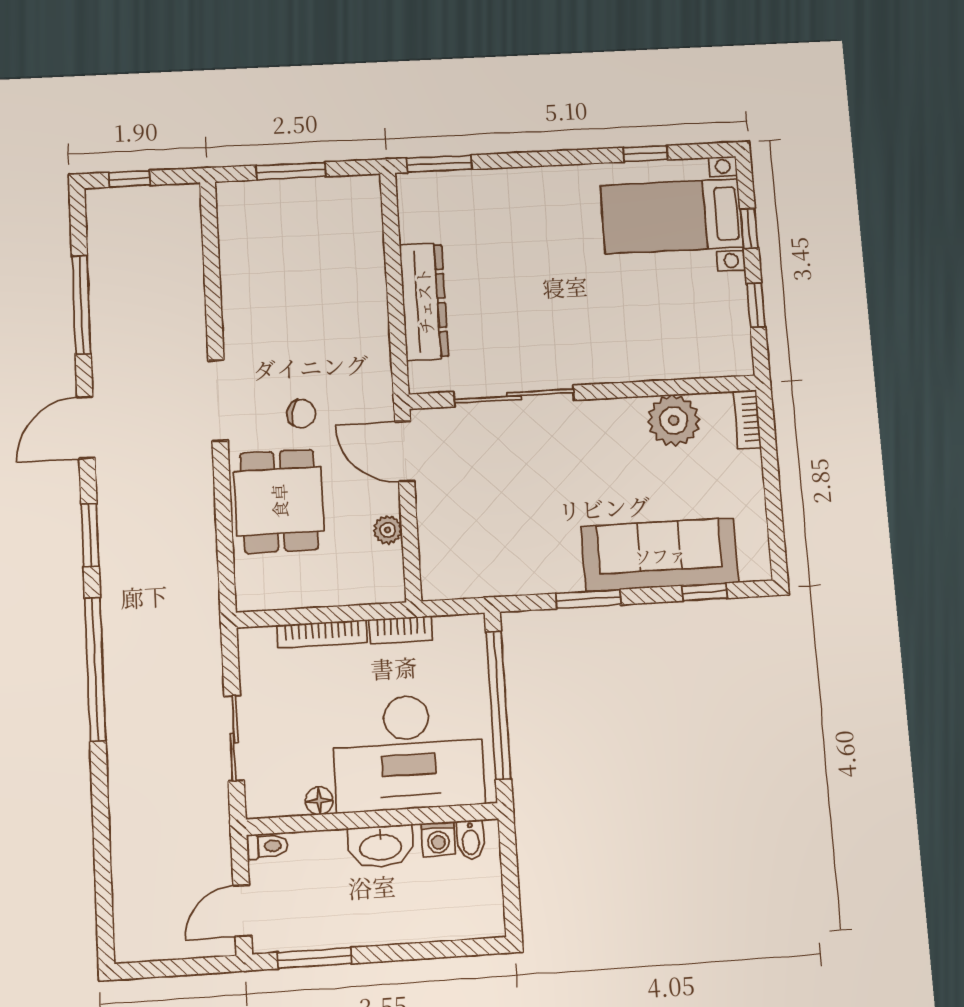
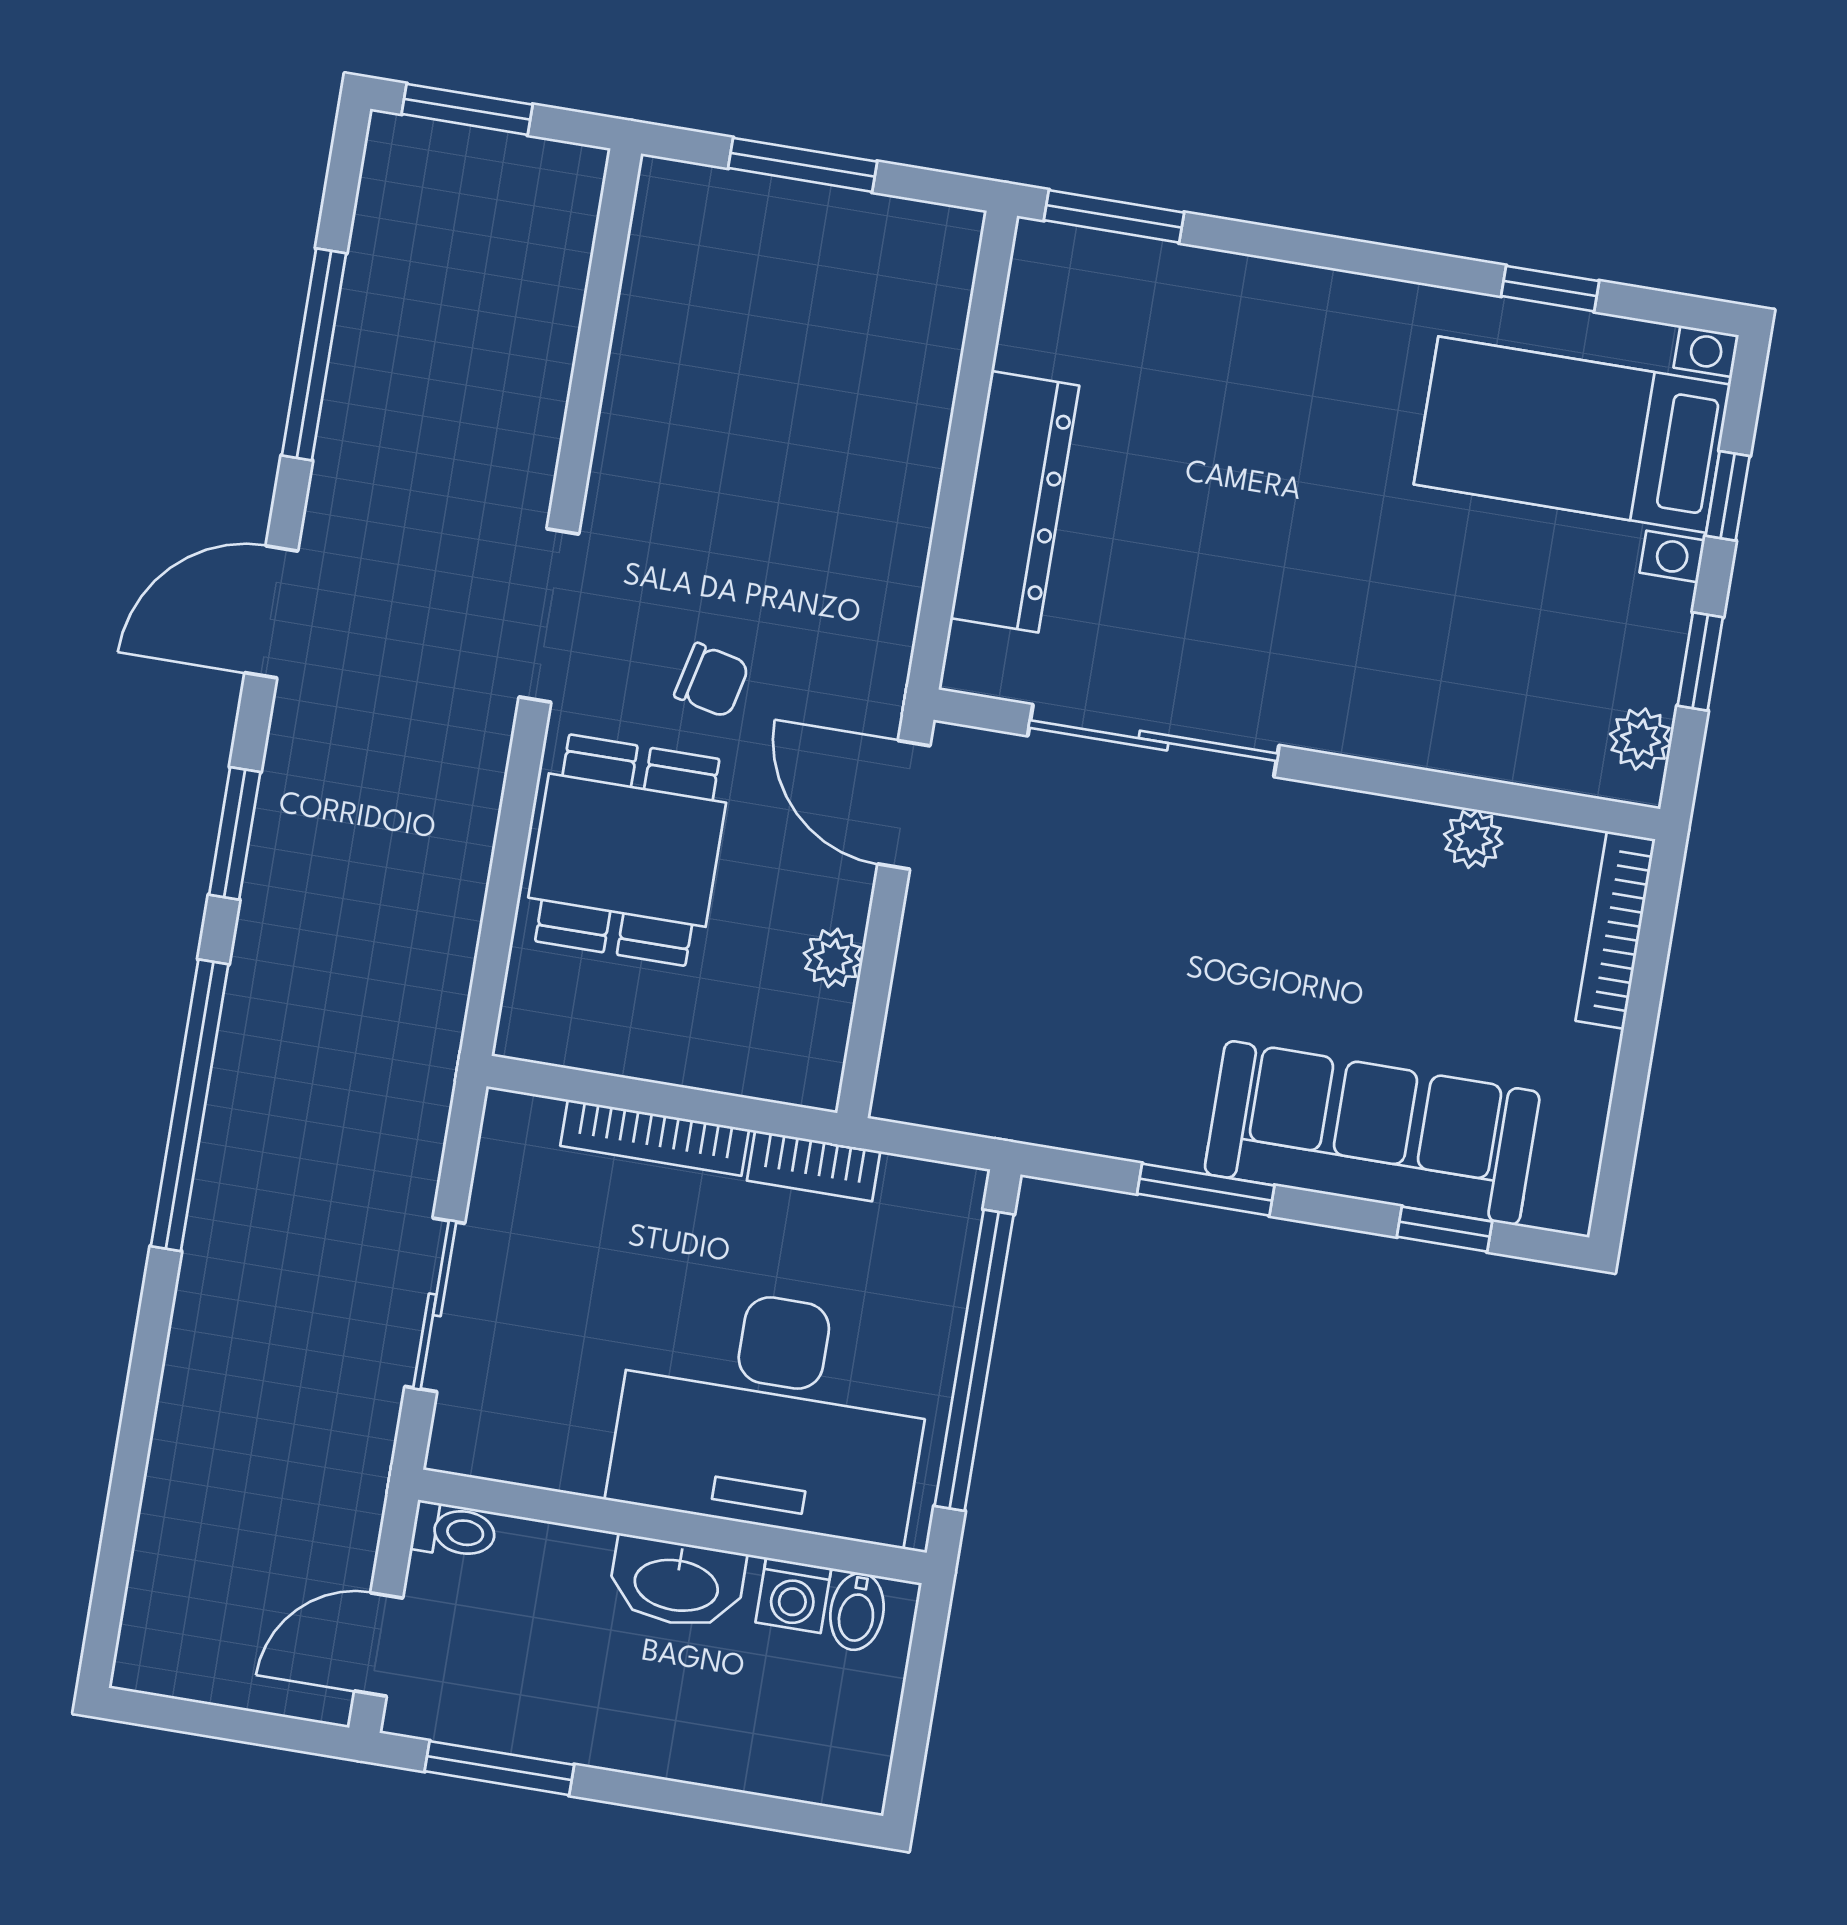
window: (130, 179) -> (467, 109), width x1.50
plant: (738, 346) -> (1641, 739), added
bookcase: (747, 419) -> (1615, 930), width x1.56
plant: (674, 420) -> (1473, 839), width x0.53, depth x0.53
floor lamp: (319, 801) -> (575, 1466), removed

